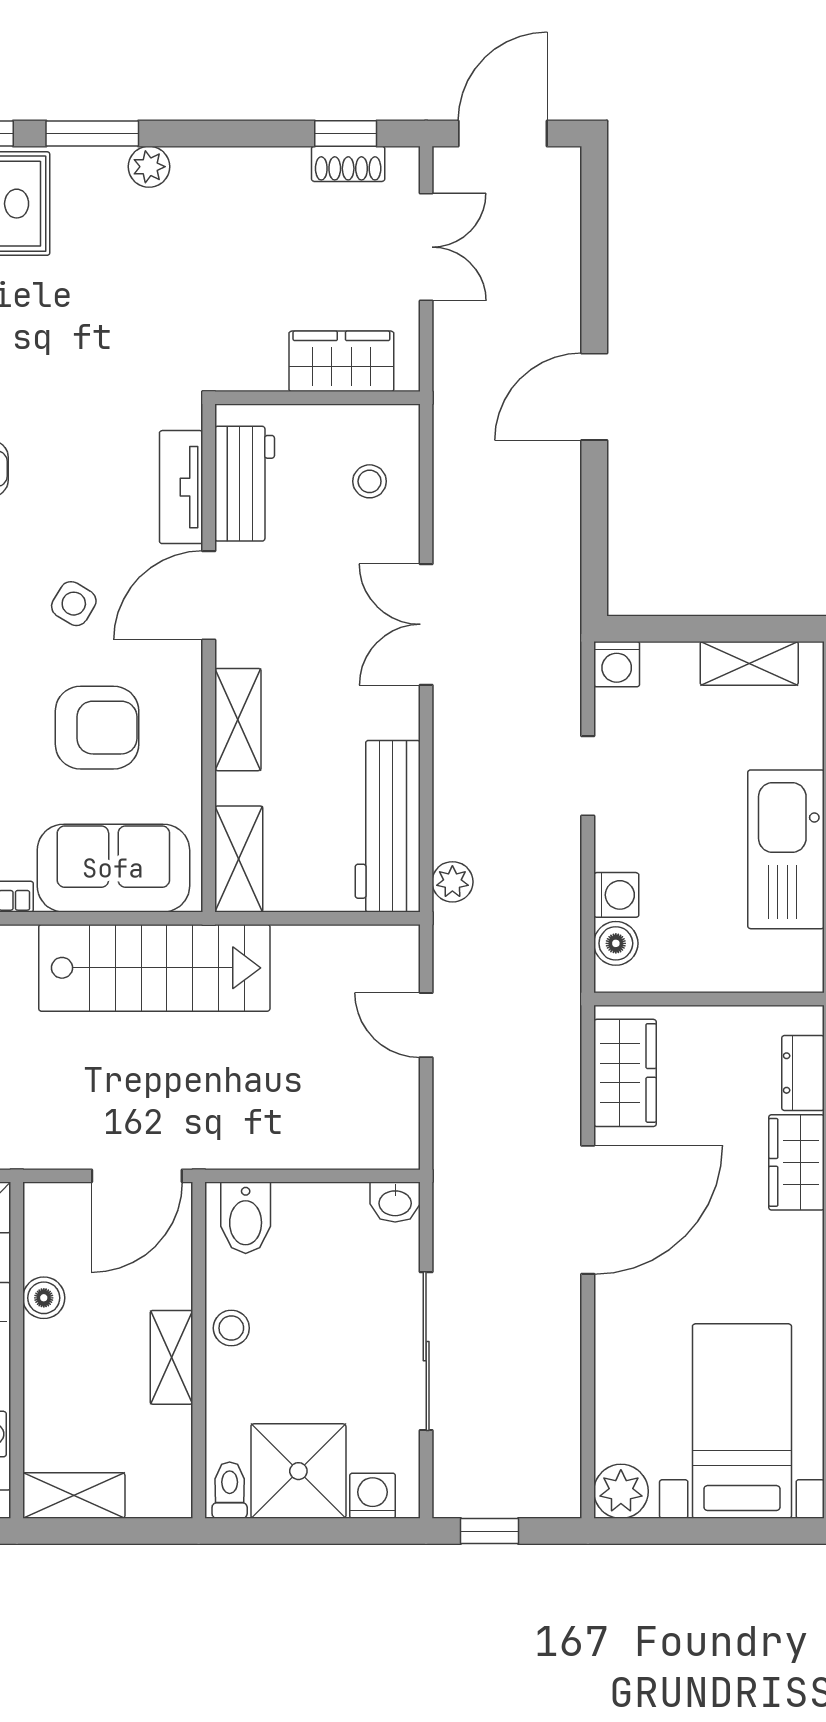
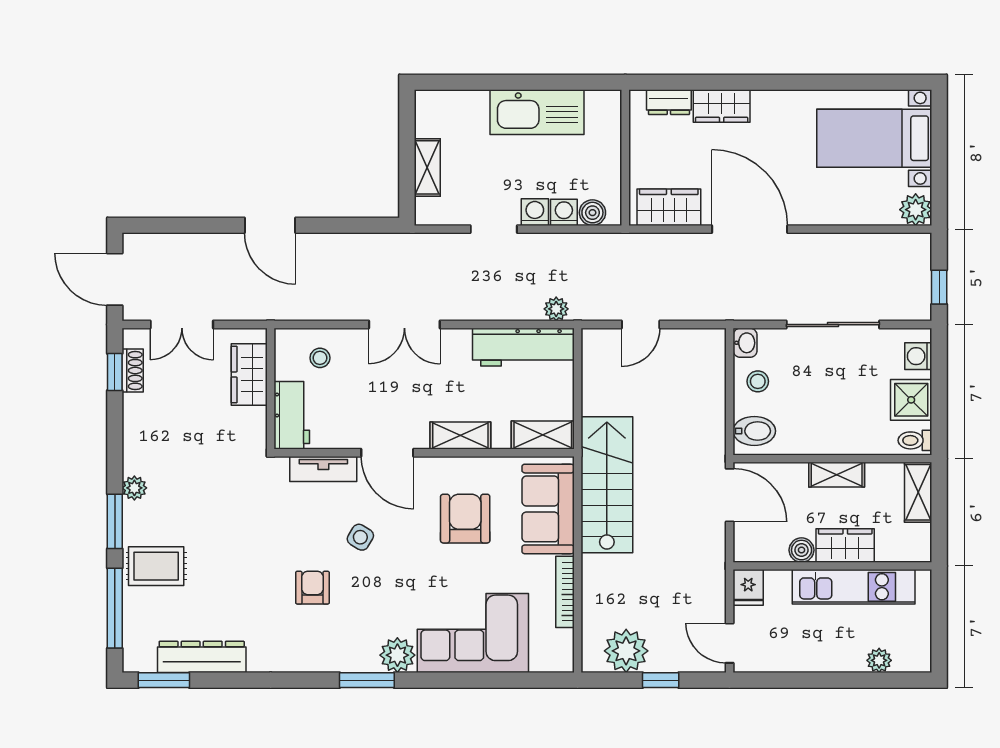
double door: (426, 247) -> (182, 325), swing flipped
workbench: (245, 484) -> (292, 415), moved, turned 90
side table: (74, 604) -> (360, 537), moved
shelving: (749, 663) -> (427, 167), moved
washing machine: (617, 664) -> (535, 212), moved, turned -90
stool: (231, 1328) -> (758, 381), moved
wardrobe: (51, 1372) -> (845, 546), added
shower: (298, 1471) -> (911, 400), width x0.73, depth x0.73
shelving: (74, 1496) -> (918, 492), moved

